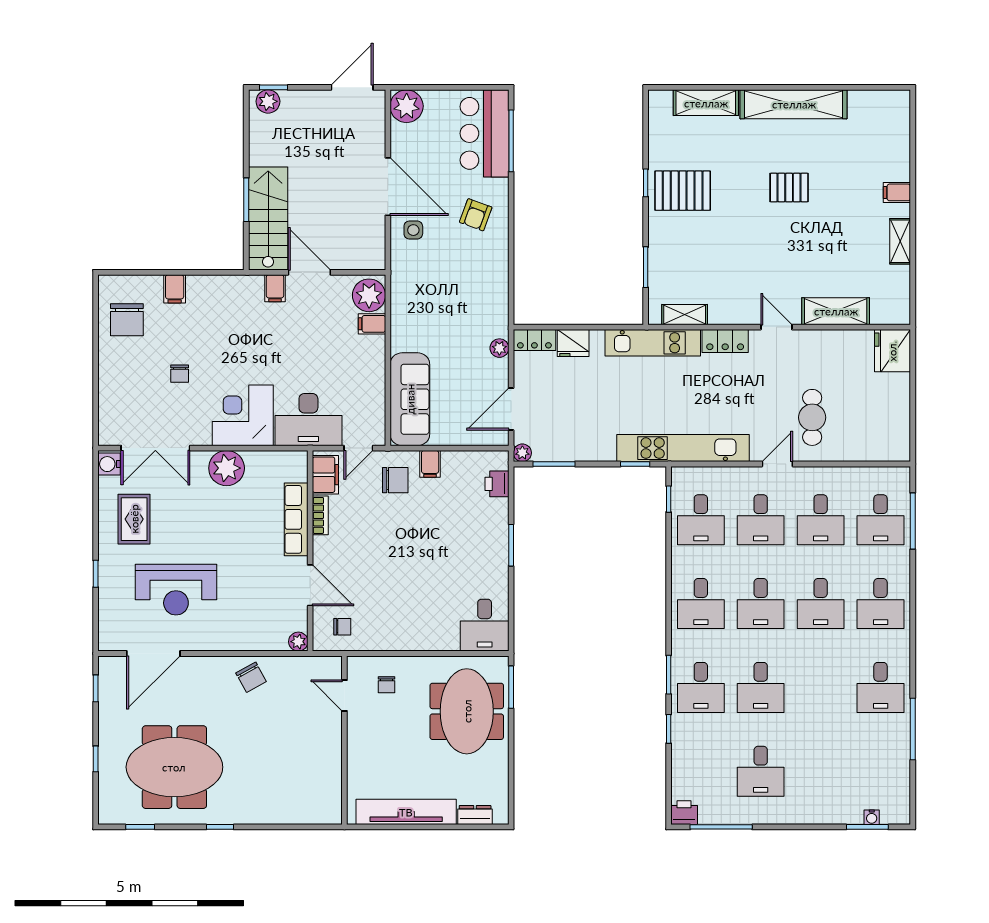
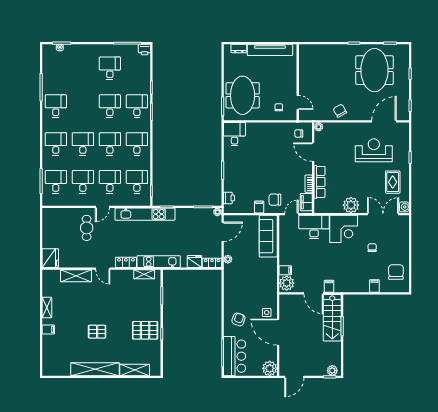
meeting table: (174, 767) -> (374, 70), turned 90

